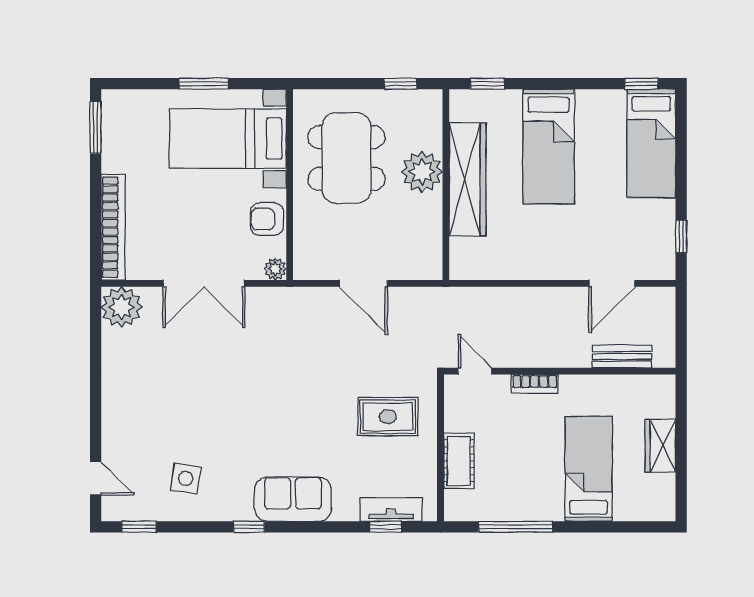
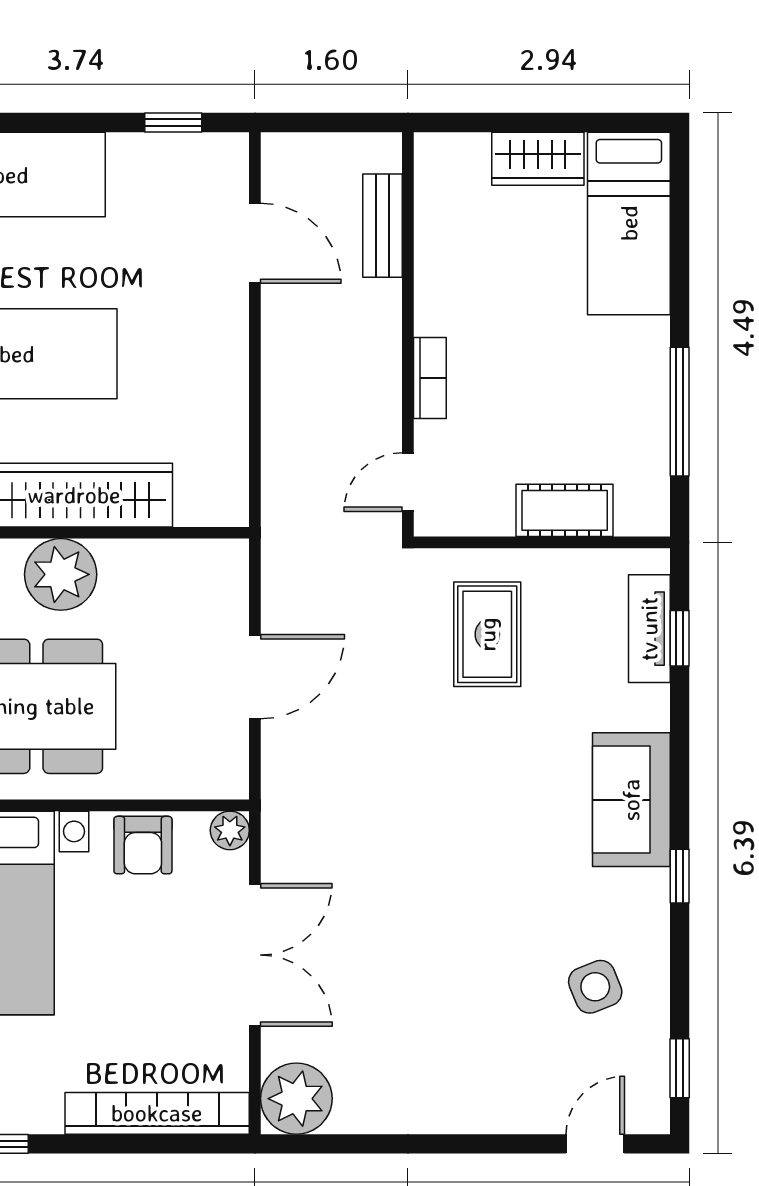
bed: (589, 469) -> (629, 223), moved, turned -90
side table: (186, 478) -> (595, 987), turned -30

